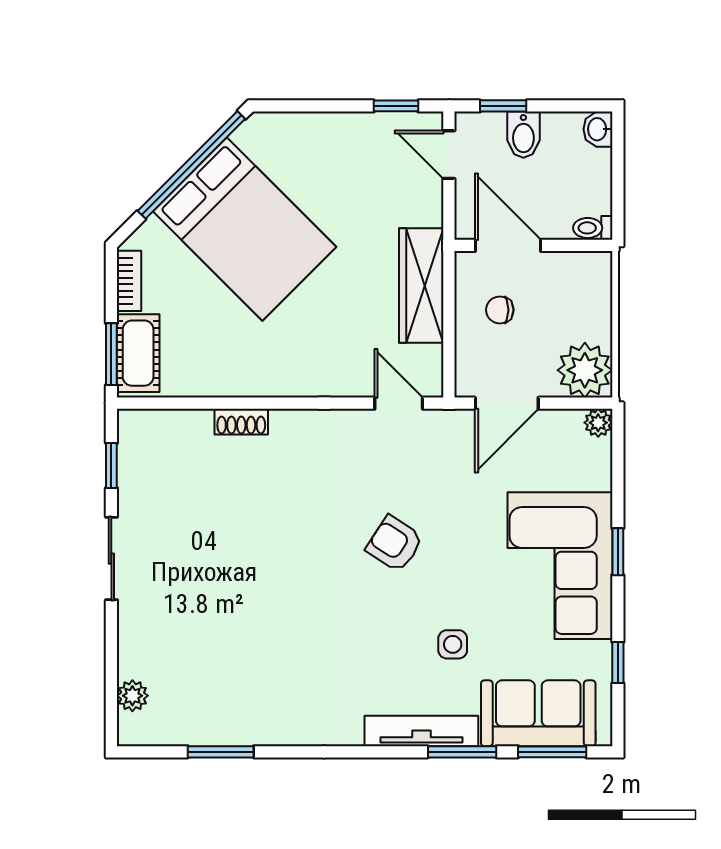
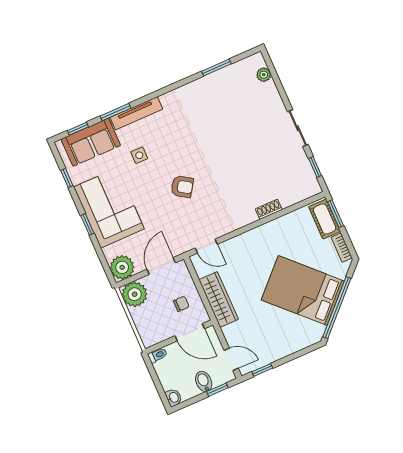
plant: (598, 423) -> (122, 267), width x1.88, depth x1.88
window: (552, 752) -> (78, 129), width x0.67

